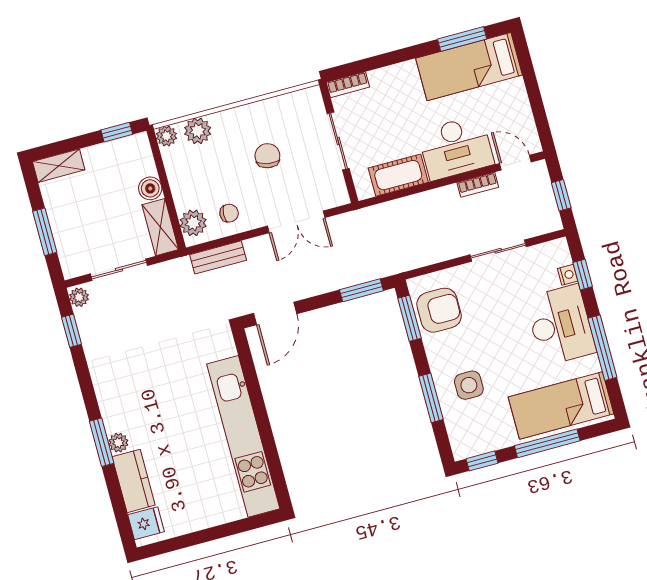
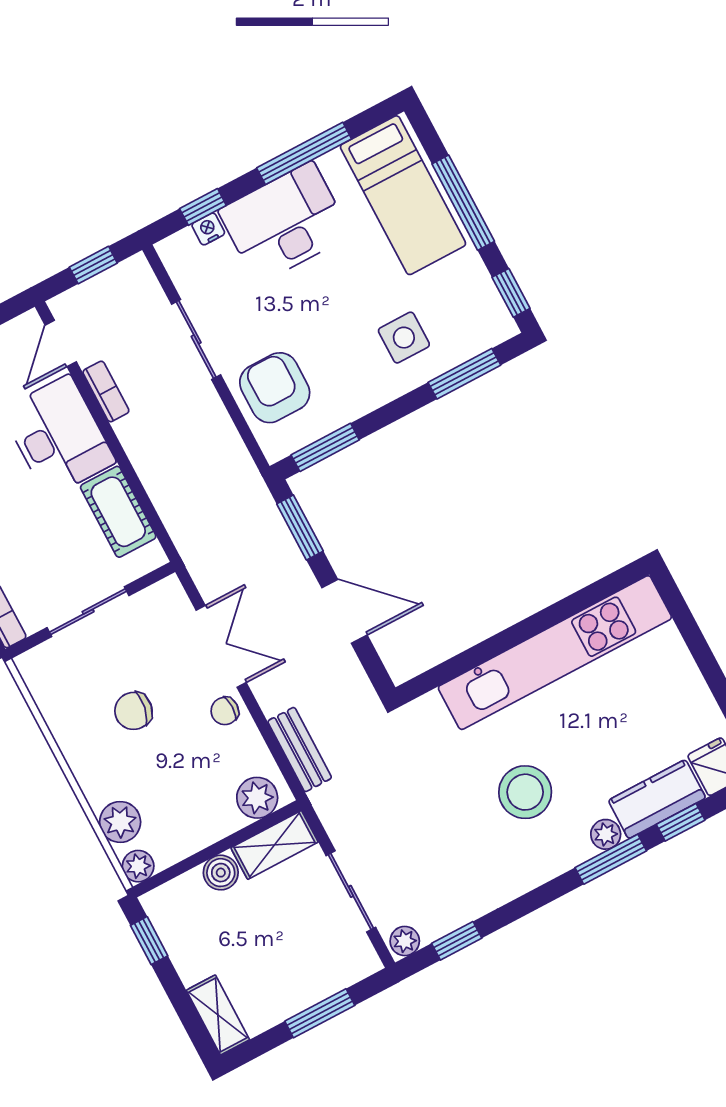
chair: (229, 213) -> (225, 711), moved, turned -93
armchair: (439, 310) -> (275, 388), moved
door: (275, 313) -> (344, 611), moved
stool: (157, 397) -> (525, 792), added
window: (431, 398) -> (464, 374), moved
window: (115, 493) -> (681, 822), added

